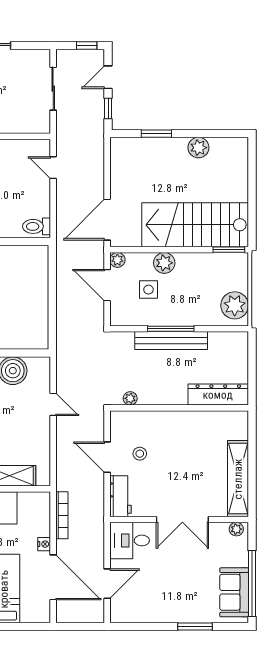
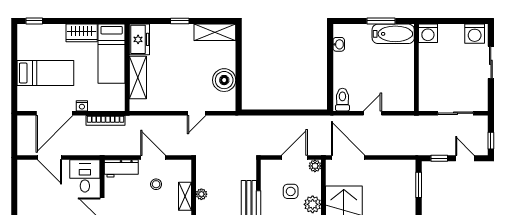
window: (156, 134) -> (419, 185), moved
door: (53, 168) -> (372, 113), moved
plant: (130, 398) -> (201, 194), moved
shelving: (154, 418) -> (185, 196), added
door: (107, 457) -> (153, 157), hinge flipped

